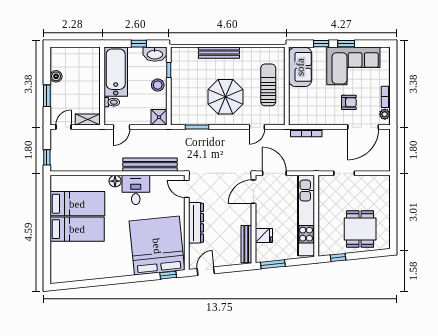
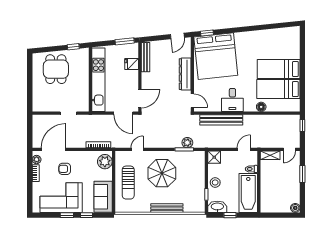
boiler: (56, 76) -> (295, 208), moved
plant: (298, 112) -> (105, 162), added
plant: (193, 136) -> (187, 143), added
floor lamp: (115, 181) -> (261, 107), moved

